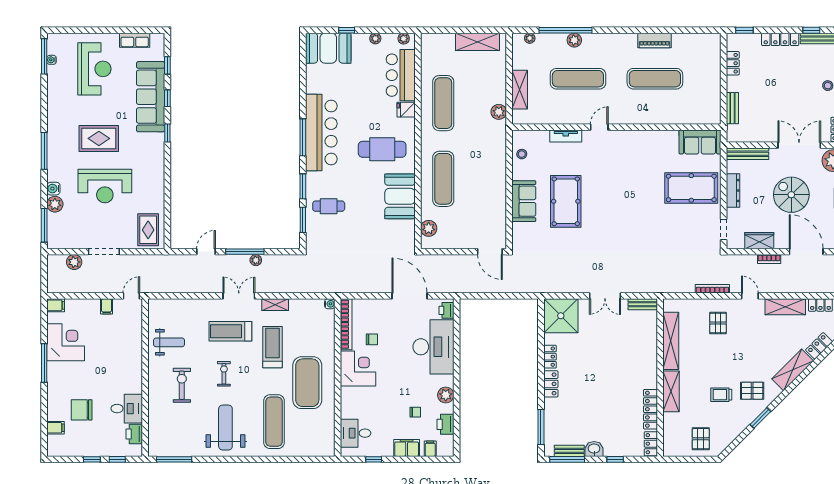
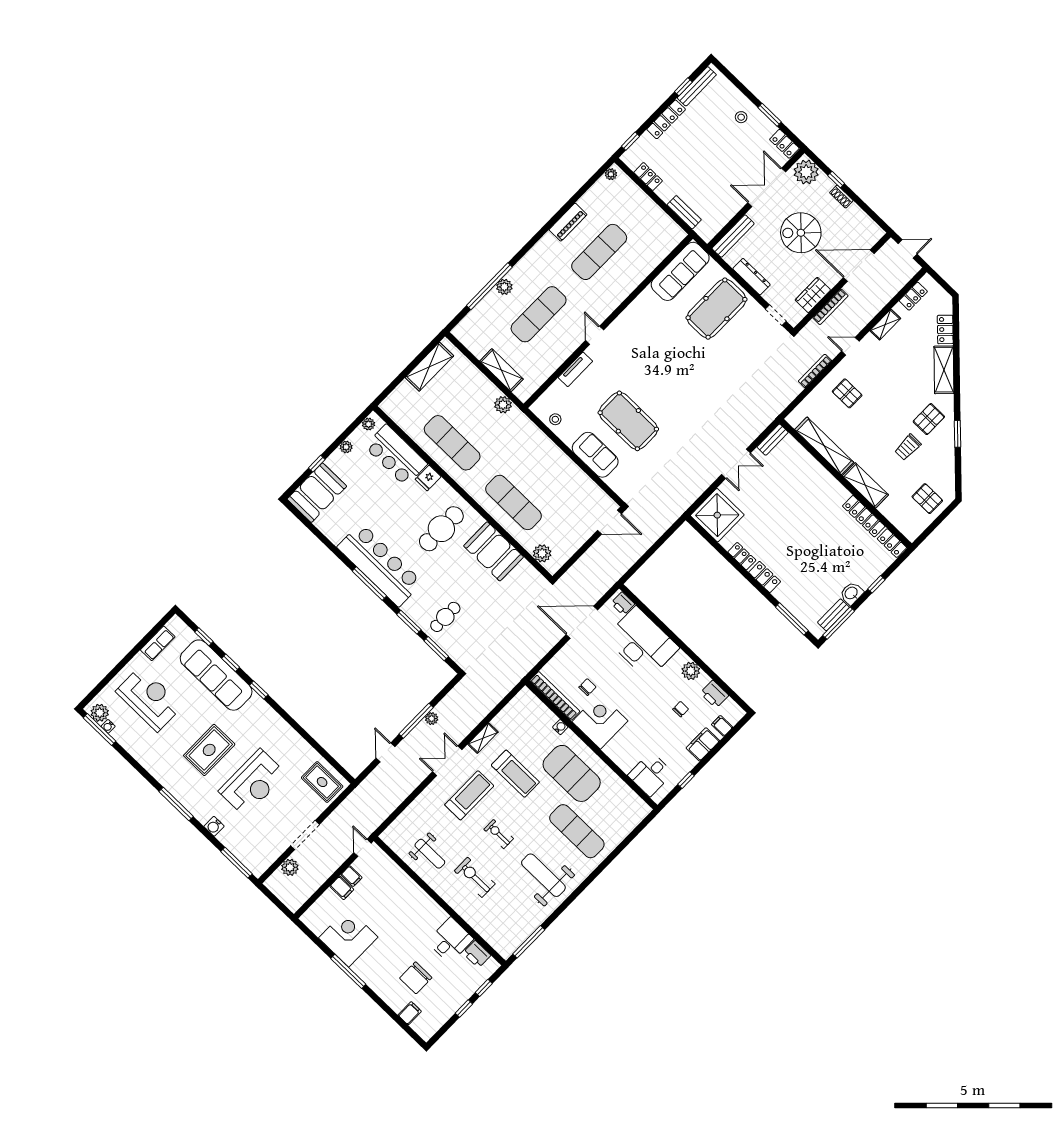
plant: (530, 38) -> (611, 174), moved
sofa: (700, 142) -> (680, 271), width x1.36
plant: (55, 204) -> (100, 713), moved
bookcase: (769, 259) -> (830, 307), width x1.56
water cooler: (330, 304) -> (560, 727), moved
filing cabinet: (56, 305) -> (342, 888), moved, turned 90
shelving: (785, 307) -> (885, 325), width x0.67, depth x0.75
treadmill: (230, 331) -> (469, 795), turned 180
weight bench: (169, 342) -> (430, 854), turned 90
treadmill: (272, 347) -> (515, 774), turned 180

